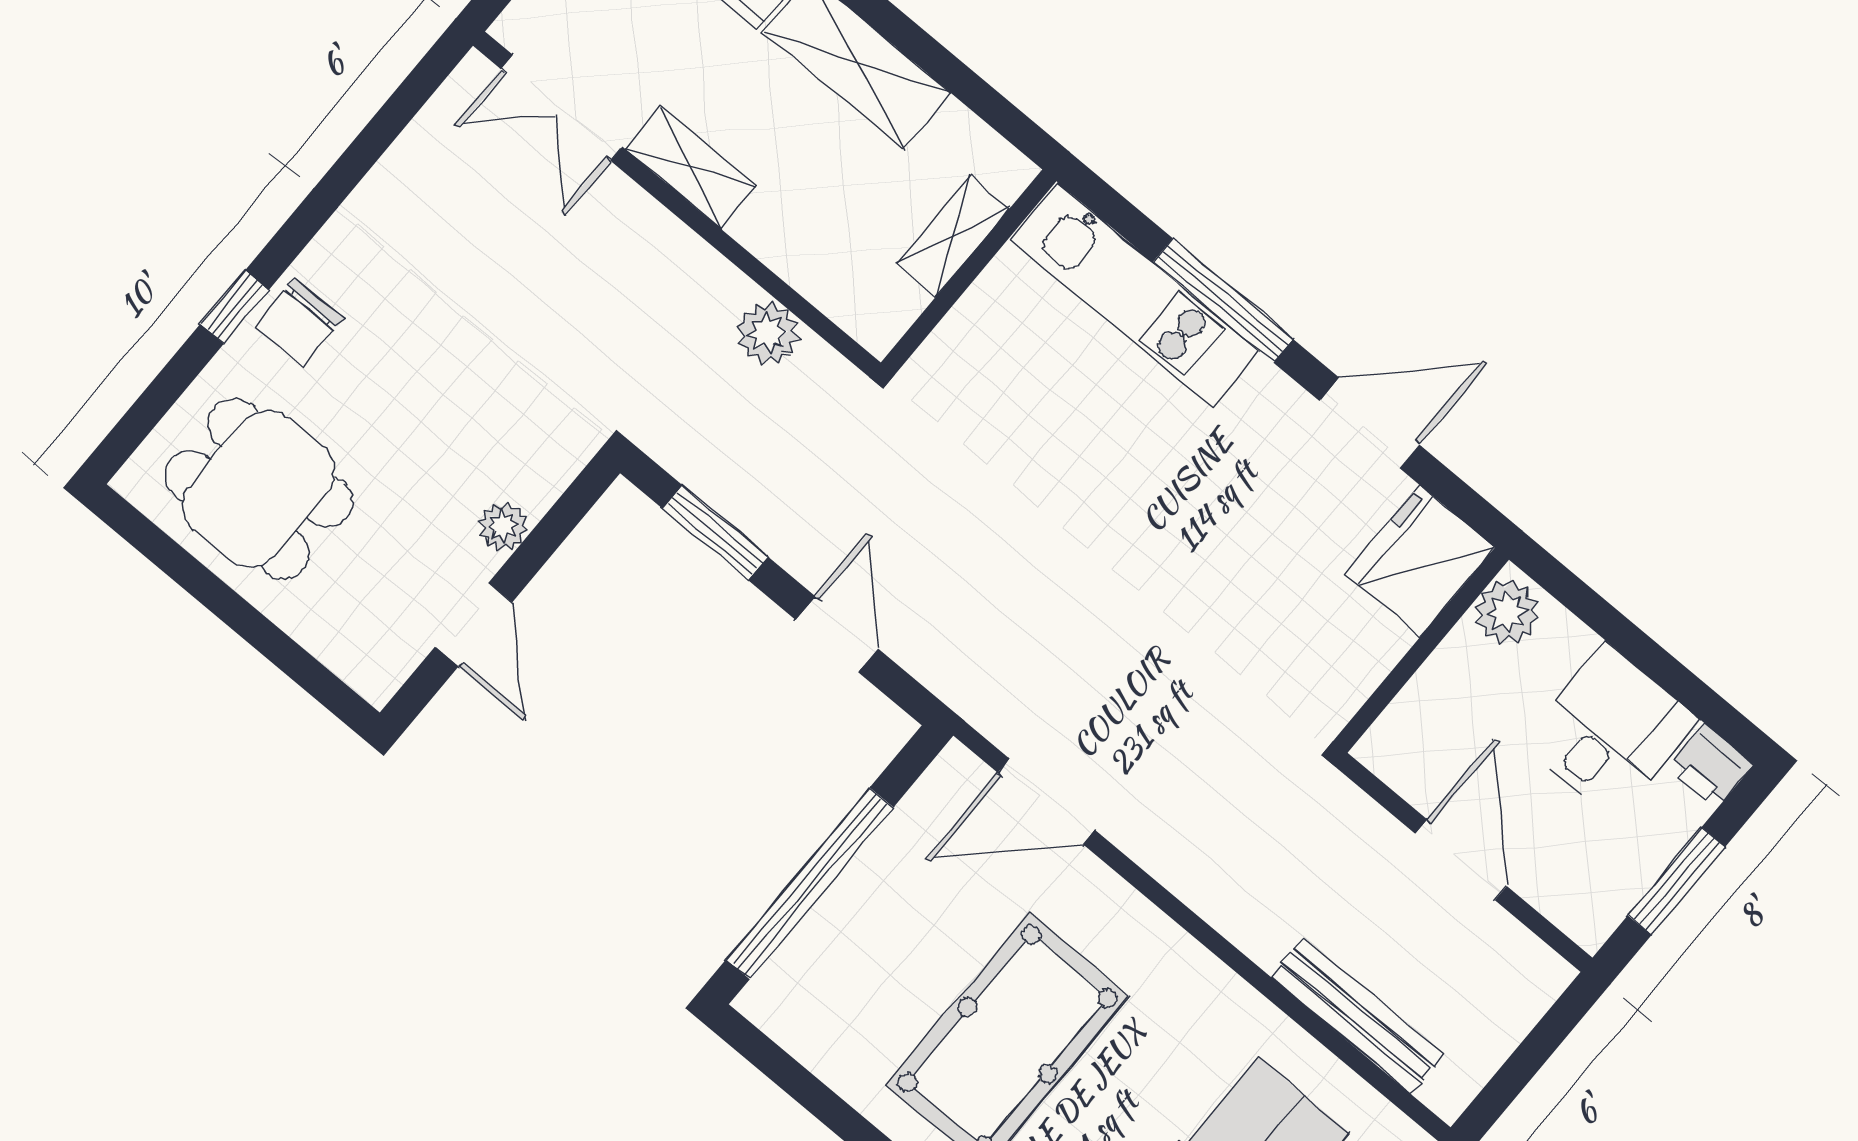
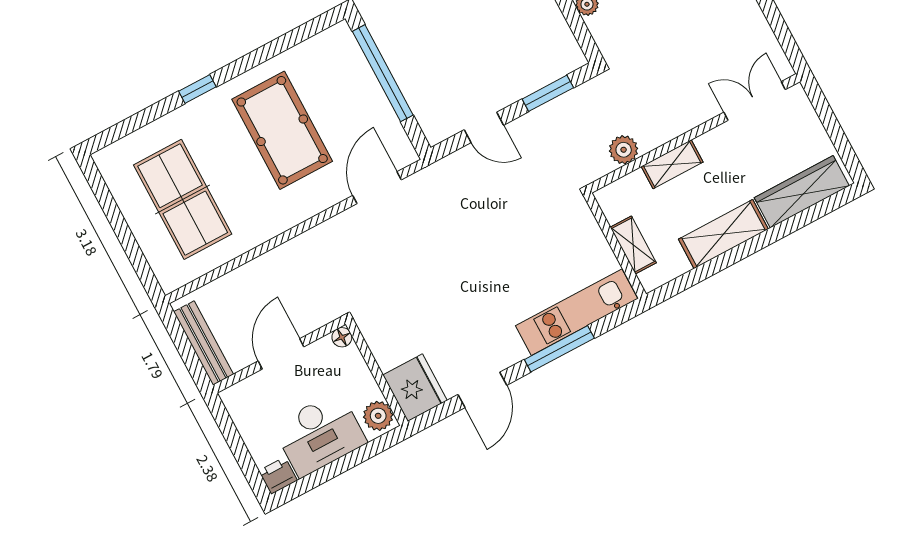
shelving: (691, 168) -> (672, 164), moved
desk: (1610, 731) -> (319, 434), width x1.37
floor lamp: (1378, 750) -> (342, 337), added
door: (1461, 860) -> (281, 354), swing flipped
window: (1677, 881) -> (235, 442), removed
bench: (1357, 1016) -> (203, 343), moved, turned 90

